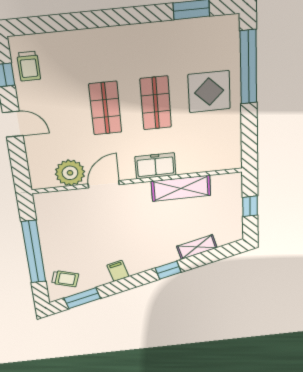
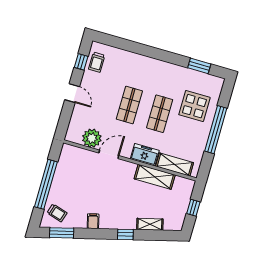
window: (248, 67) -> (216, 130), moved
display table: (209, 92) -> (194, 106), moved
shelving: (204, 163) -> (175, 165), added

